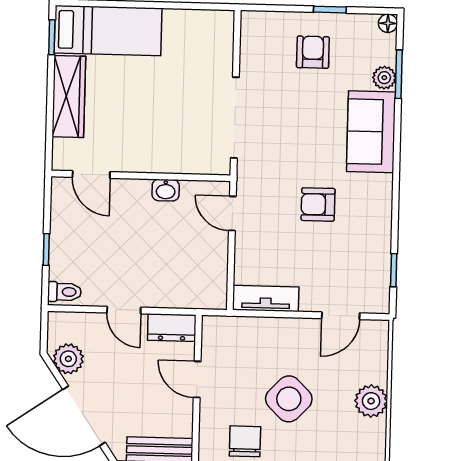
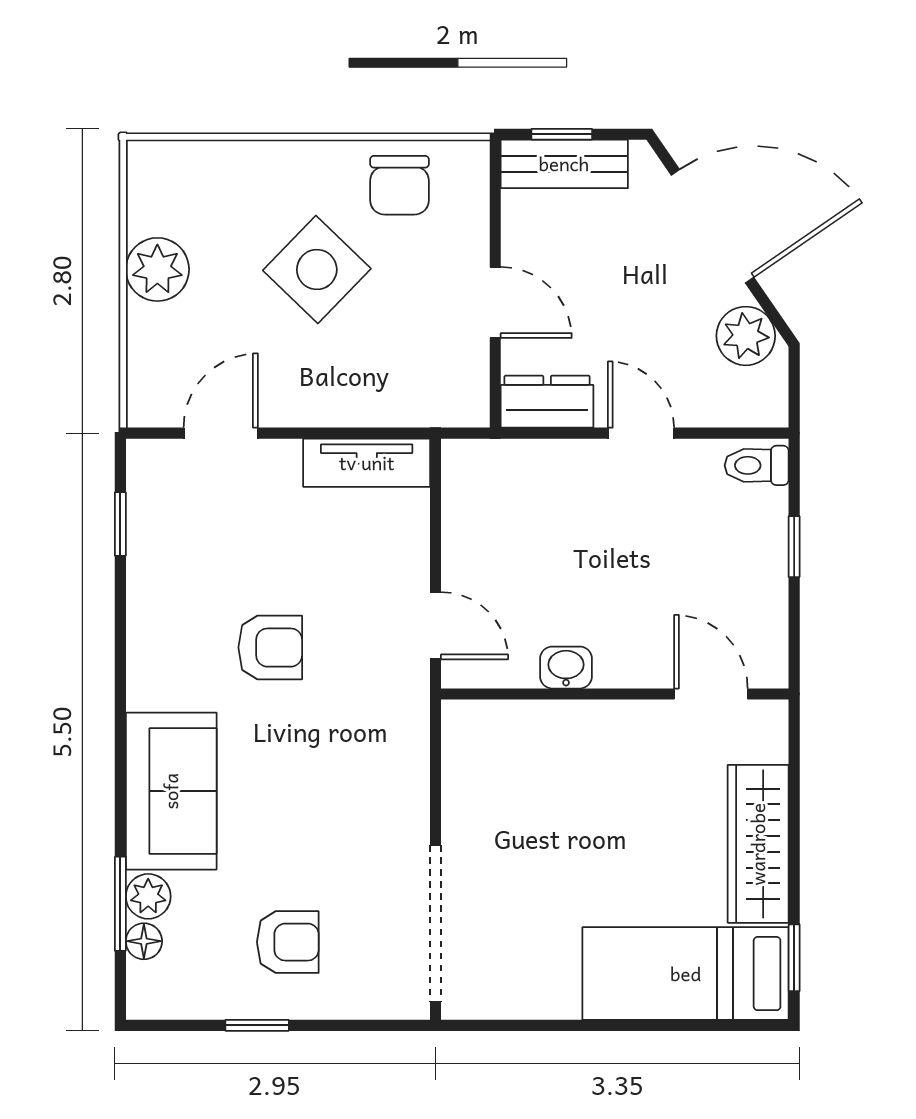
floor lamp: (388, 23) -> (144, 941), moved
armchair: (313, 52) -> (288, 942), turned -90
doorway: (235, 118) -> (436, 923), moved

